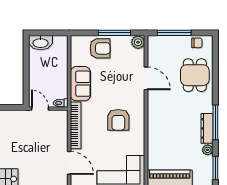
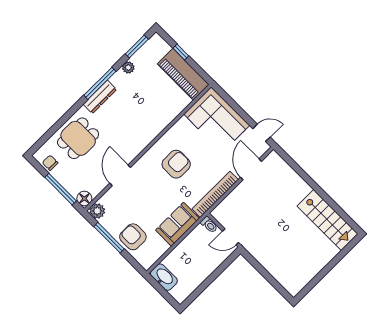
floor lamp: (154, 42) -> (84, 198), added
washbasin: (40, 43) -> (164, 277), moved
door: (40, 109) -> (230, 237), hinge flipped
dresser: (207, 128) -> (100, 97), moved

